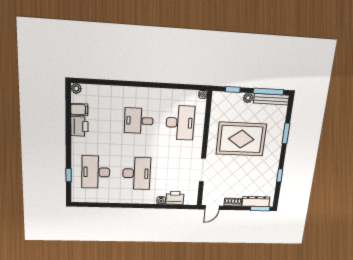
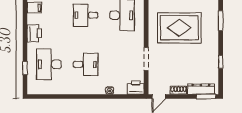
printer: (79, 126) -> (34, 33), moved
desk: (136, 173) -> (86, 64), width x0.73
printer: (175, 198) -> (136, 88), moved

